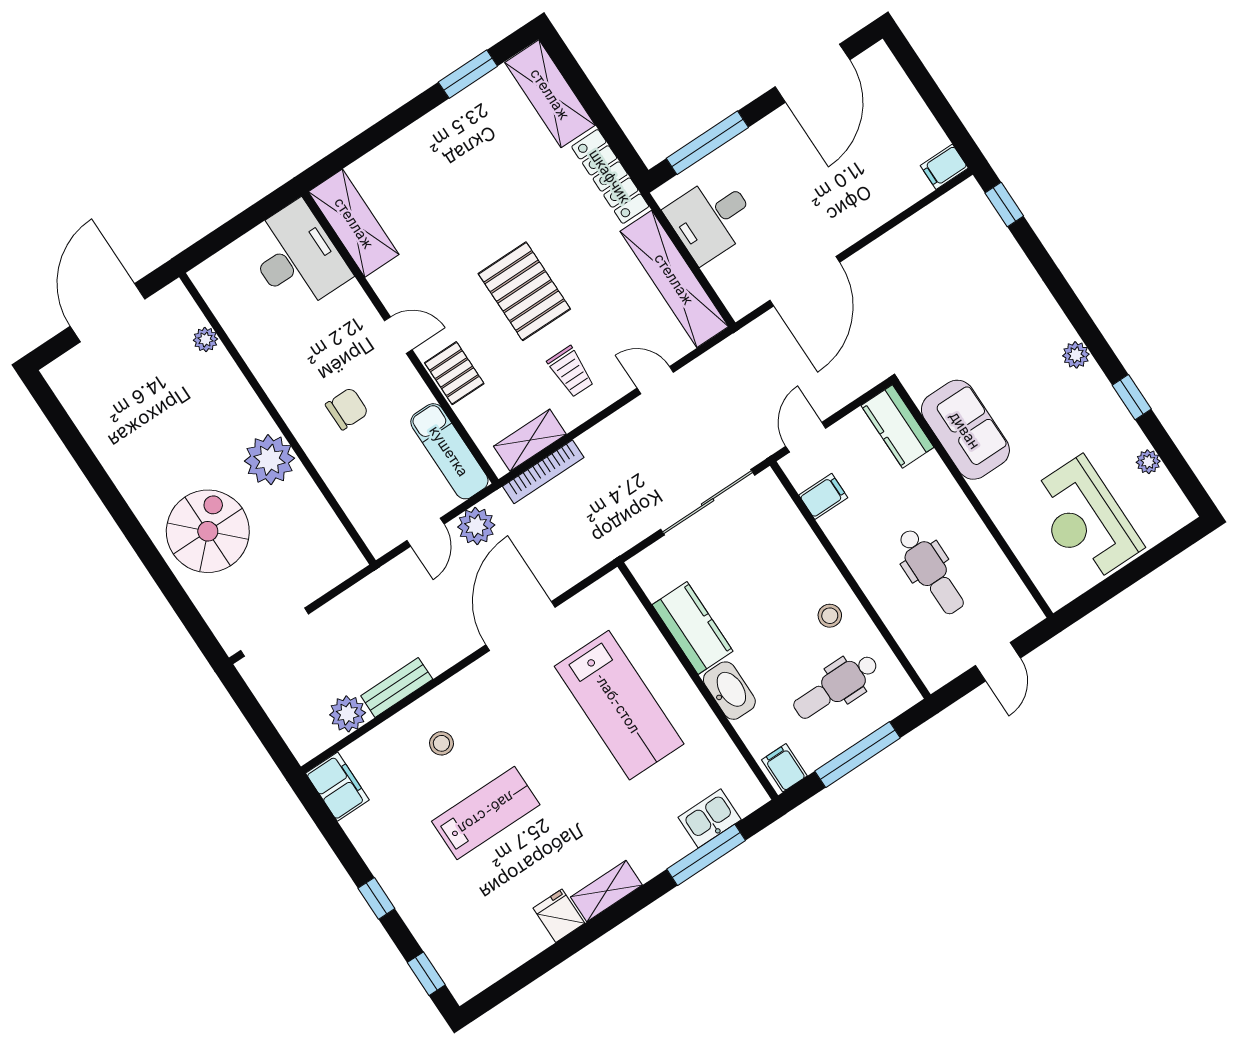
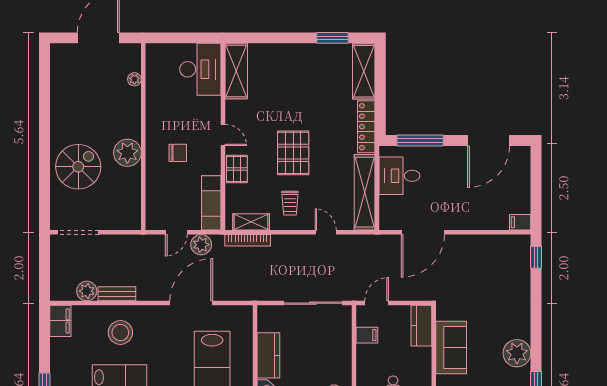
plant: (1076, 355) -> (517, 353), width x1.87, depth x1.87
stool: (441, 743) -> (120, 332), width x1.89, depth x1.89

